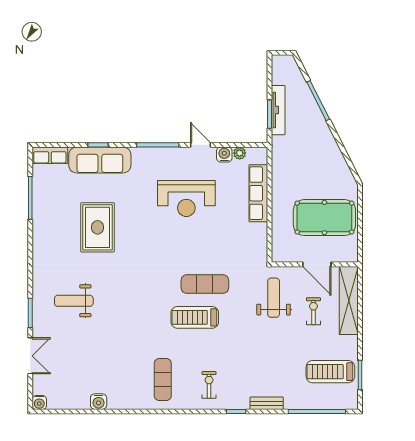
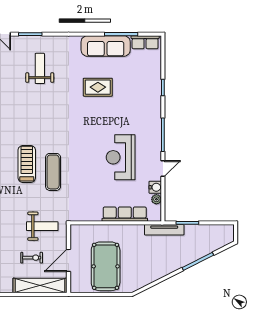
tv unit: (278, 110) -> (164, 230), moved
row of seats: (50, 155) -> (145, 42), moved, turned -90
sofa: (100, 160) -> (106, 46), moved, turned -90
rug: (98, 227) -> (98, 87), width x0.73, depth x0.70

